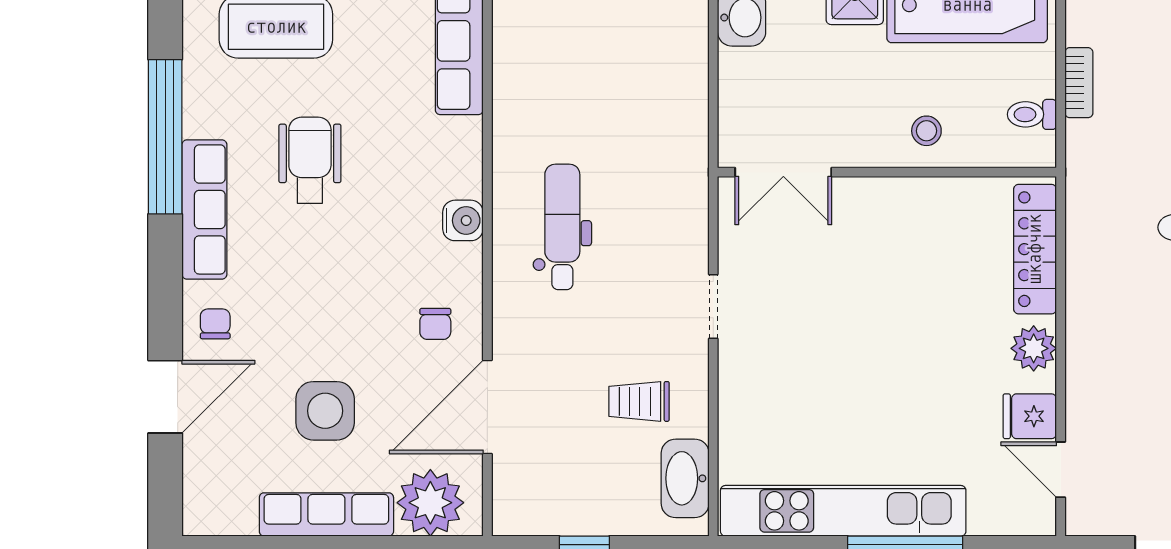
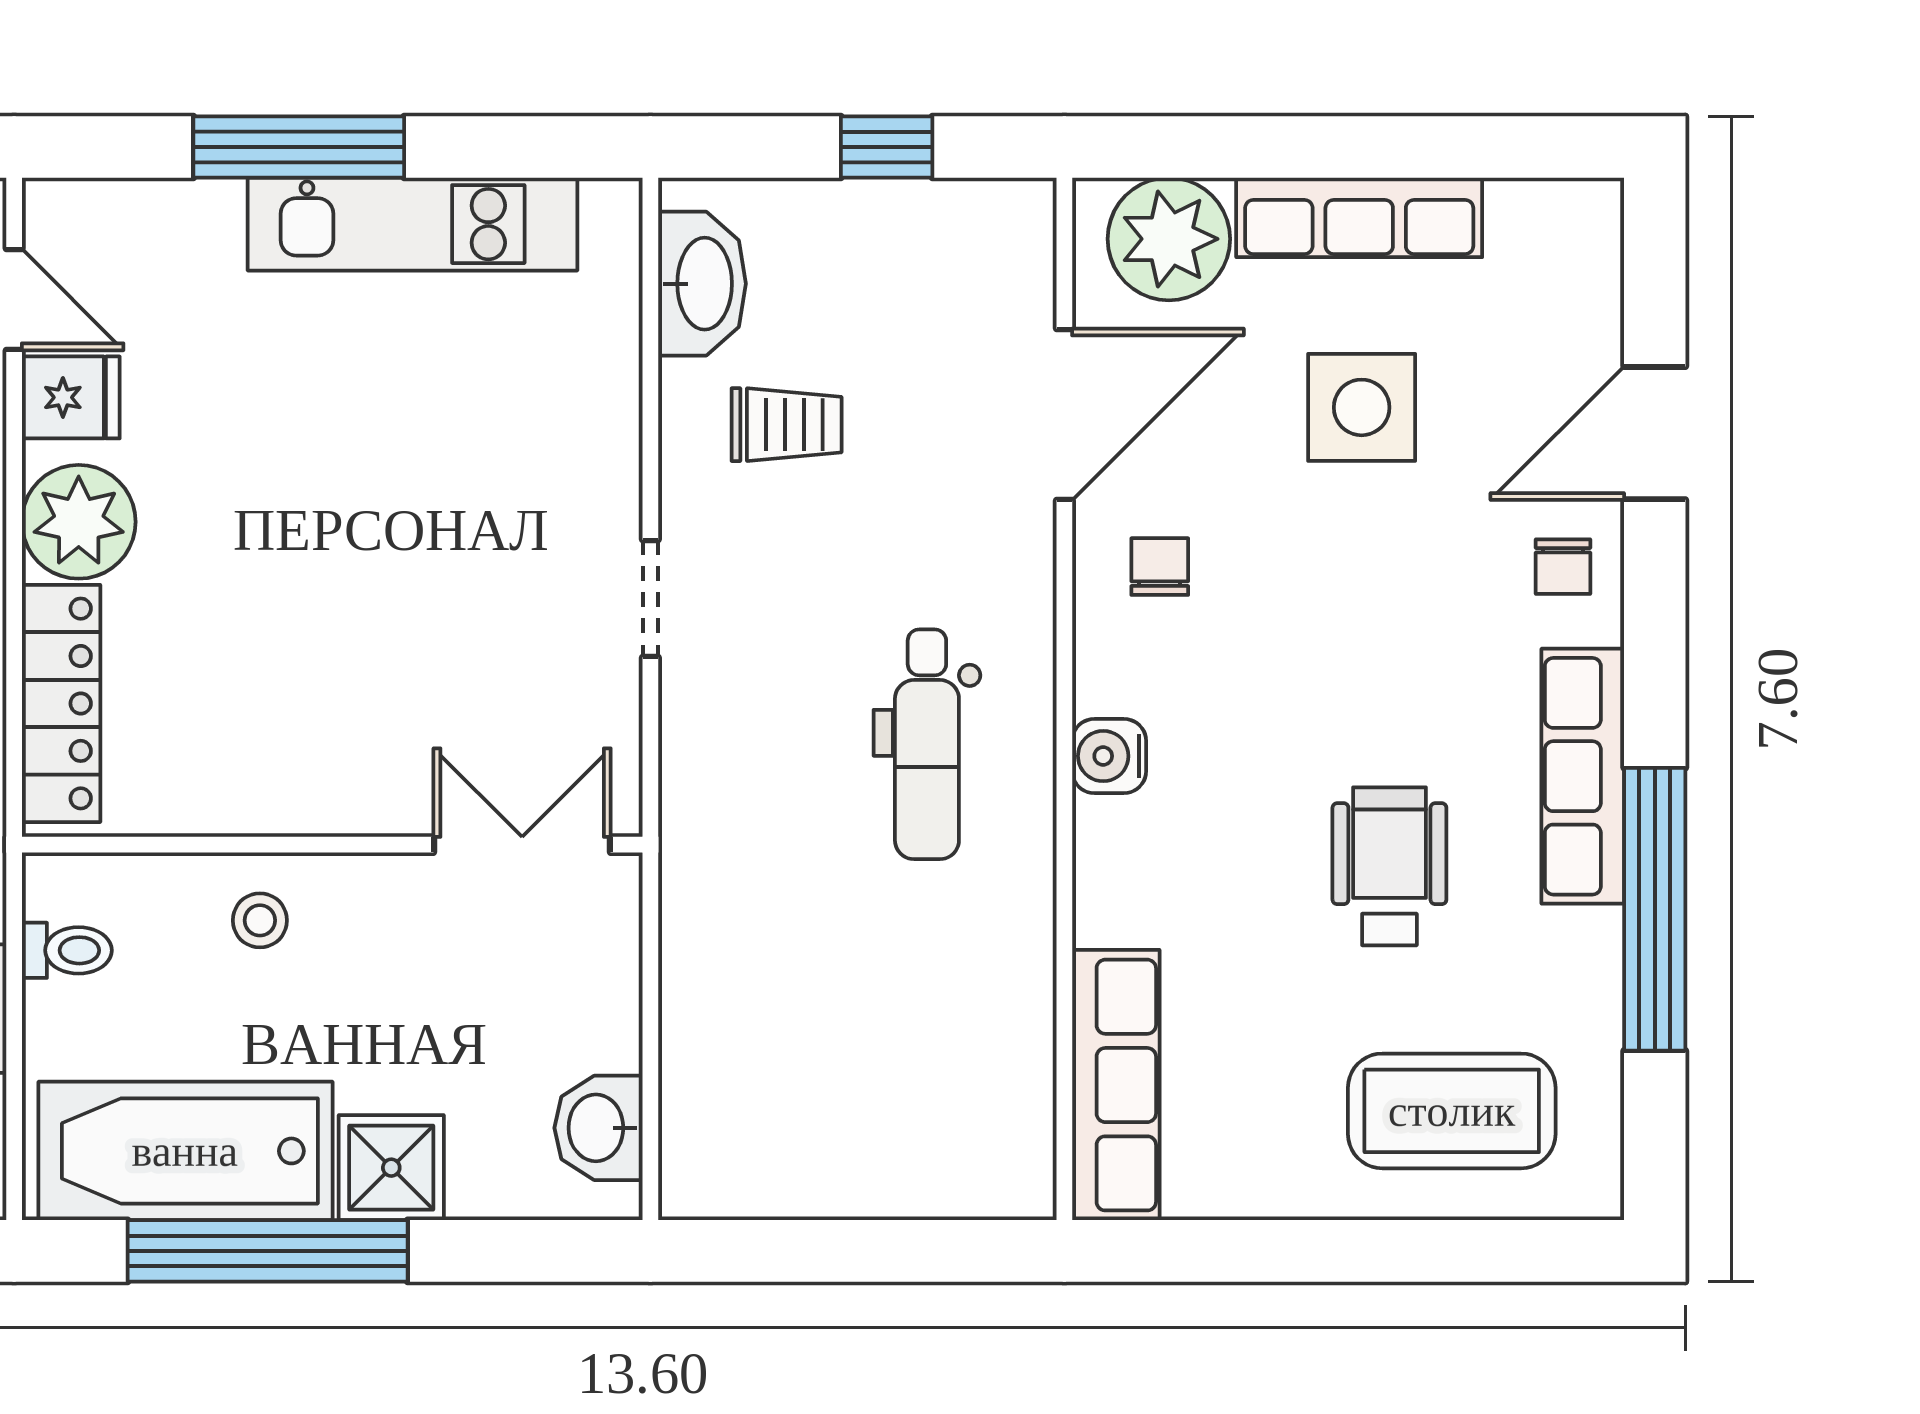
wheelchair: (310, 160) -> (1389, 866), turned 180
plant: (1034, 348) -> (79, 522), width x1.36, depth x1.36
kitchen unit: (843, 511) -> (412, 224), width x0.73

